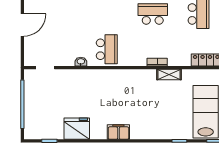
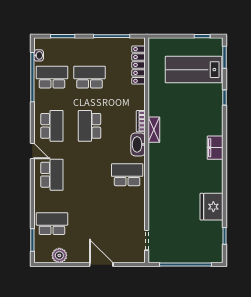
washbasin: (81, 62) -> (138, 144), moved, width x1.91, depth x1.45
shelving: (169, 75) -> (154, 130), moved
filing cabinet: (118, 132) -> (215, 148), moved

